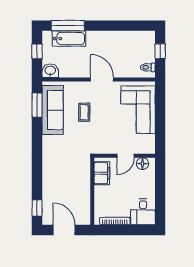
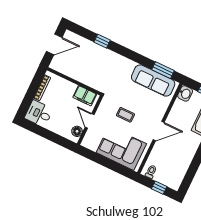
coffee table: (84, 112) -> (125, 115), moved
window: (37, 208) -> (102, 41), moved

